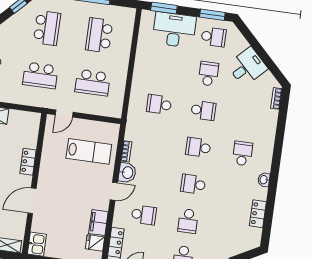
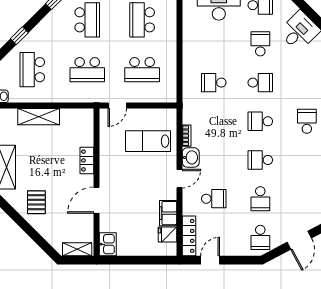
lab bench: (89, 151) -> (148, 141), turned 180

